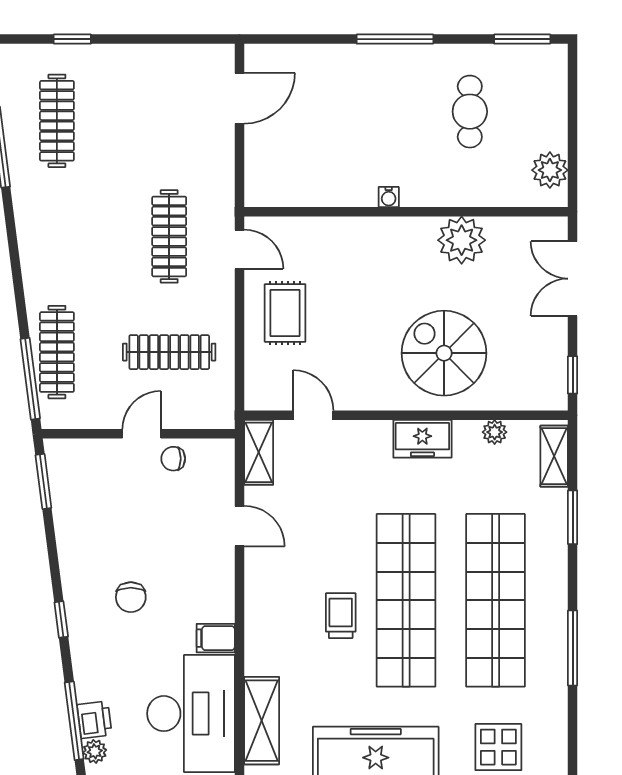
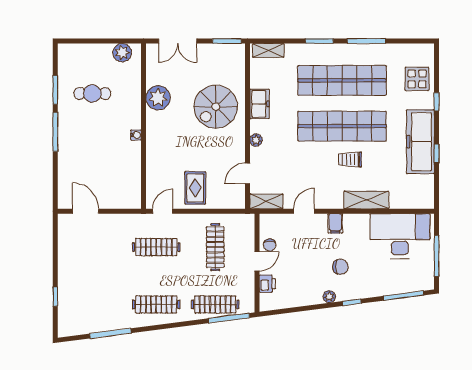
window: (522, 39) -> (55, 90), moved
clothes rail: (57, 121) -> (156, 304), moved
rug: (285, 313) -> (195, 188), turned 90
window: (573, 375) -> (227, 41), width x1.50
plant: (495, 432) -> (256, 140), moved
door: (142, 434) -> (257, 261), swing flipped
freezer: (422, 439) -> (260, 104), moved
window: (43, 481) -> (281, 311), removed
window: (573, 517) -> (319, 41), moved
filing cabinet: (216, 638) -> (335, 223), moved
printer: (94, 720) -> (267, 284), moved, turned 97
shelving: (262, 721) -> (366, 200), moved
plant: (95, 751) -> (329, 297), moved

